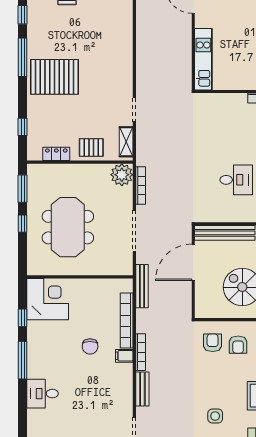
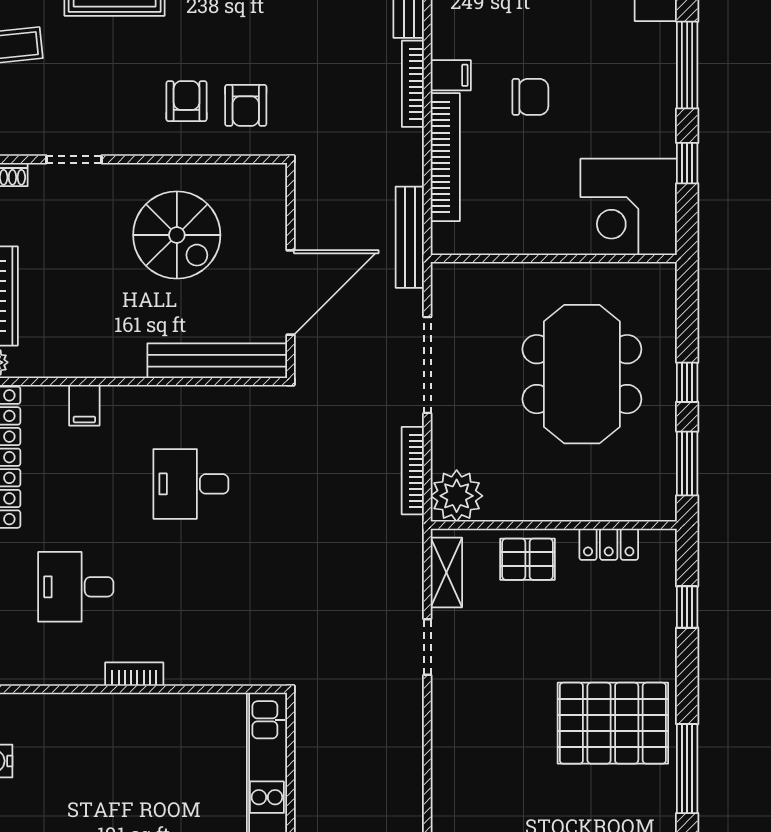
chair: (90, 346) -> (530, 97), turned 90

